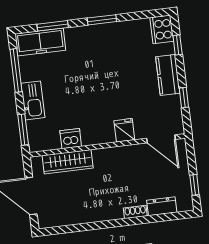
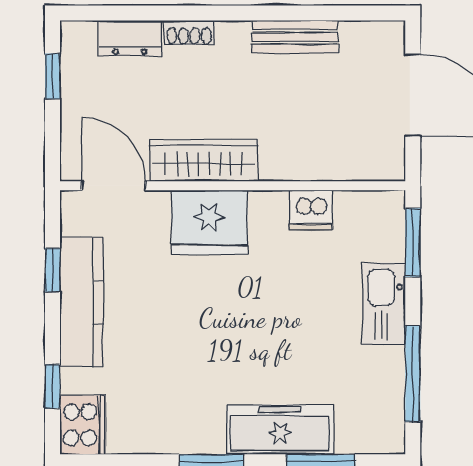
freezer: (40, 42) -> (280, 430), moved
kitchen counter: (168, 75) -> (82, 302), width x1.50
fridge: (124, 130) -> (209, 222), width x1.88, depth x1.34
wardrobe: (68, 162) -> (204, 160), moved
bench: (87, 216) -> (295, 37), added

